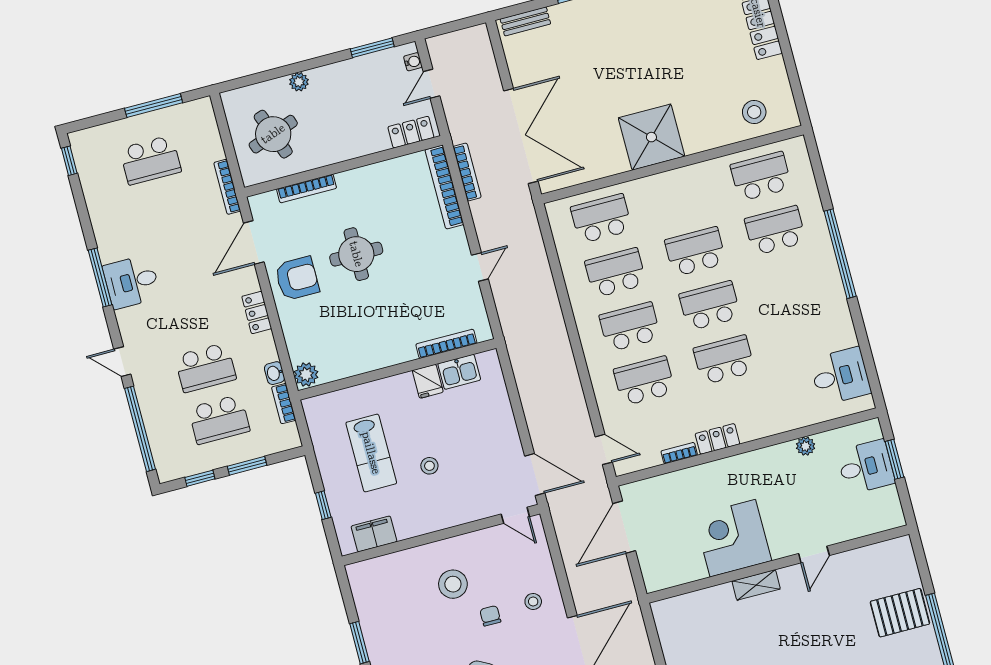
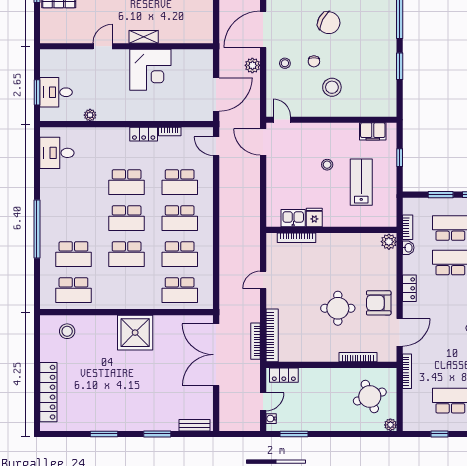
plant: (299, 82) -> (390, 425), moved
window: (154, 105) -> (439, 434), width x0.46
plant: (581, 585) -> (252, 65), added

